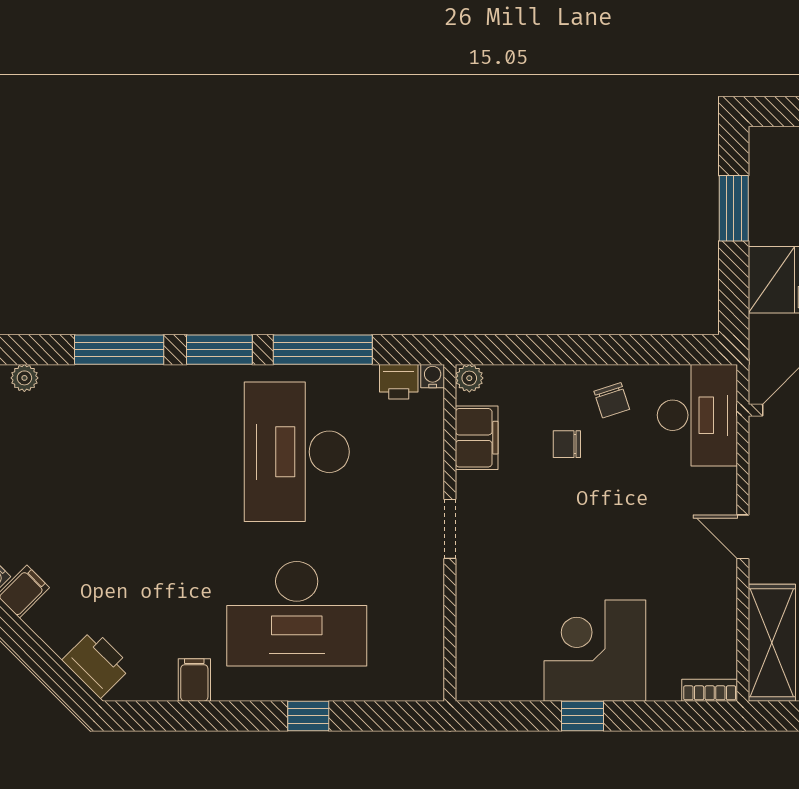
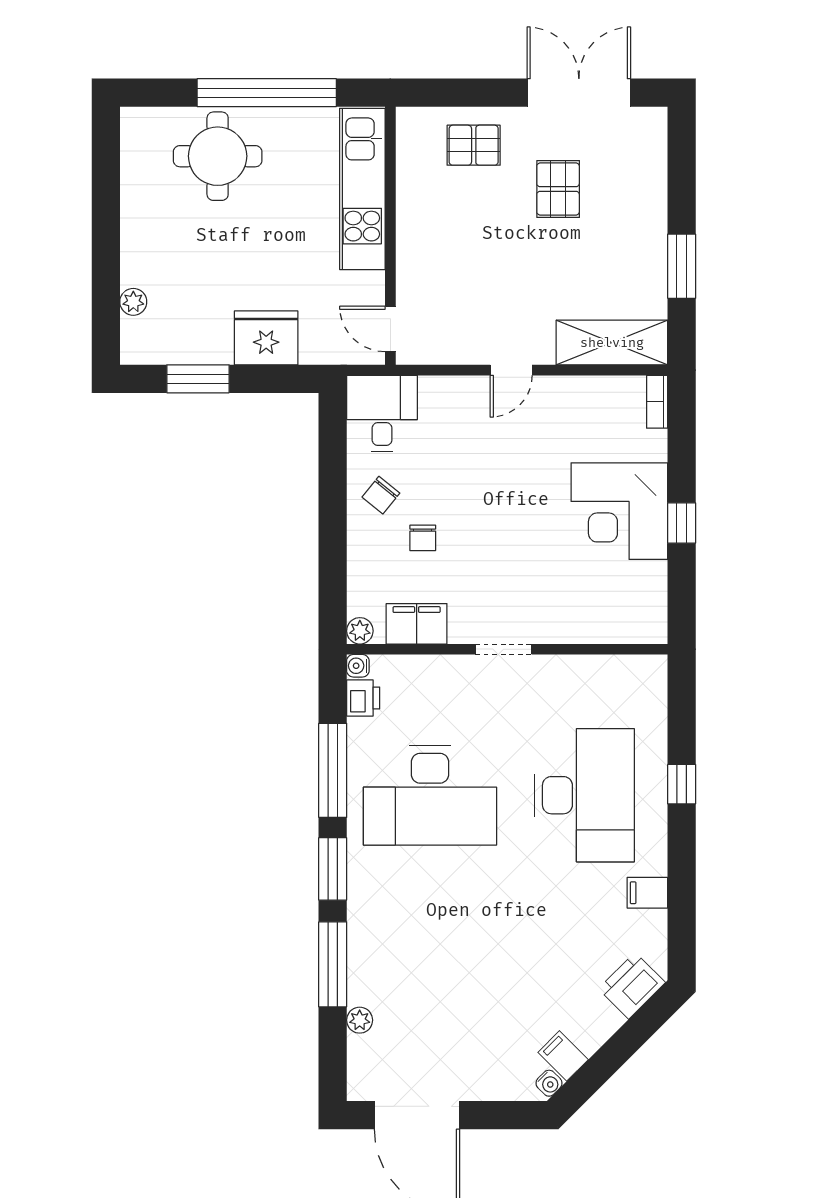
plant: (24, 378) -> (360, 1020), moved
chair: (612, 400) -> (381, 495), turned 147
desk: (697, 415) -> (382, 413), width x0.73

